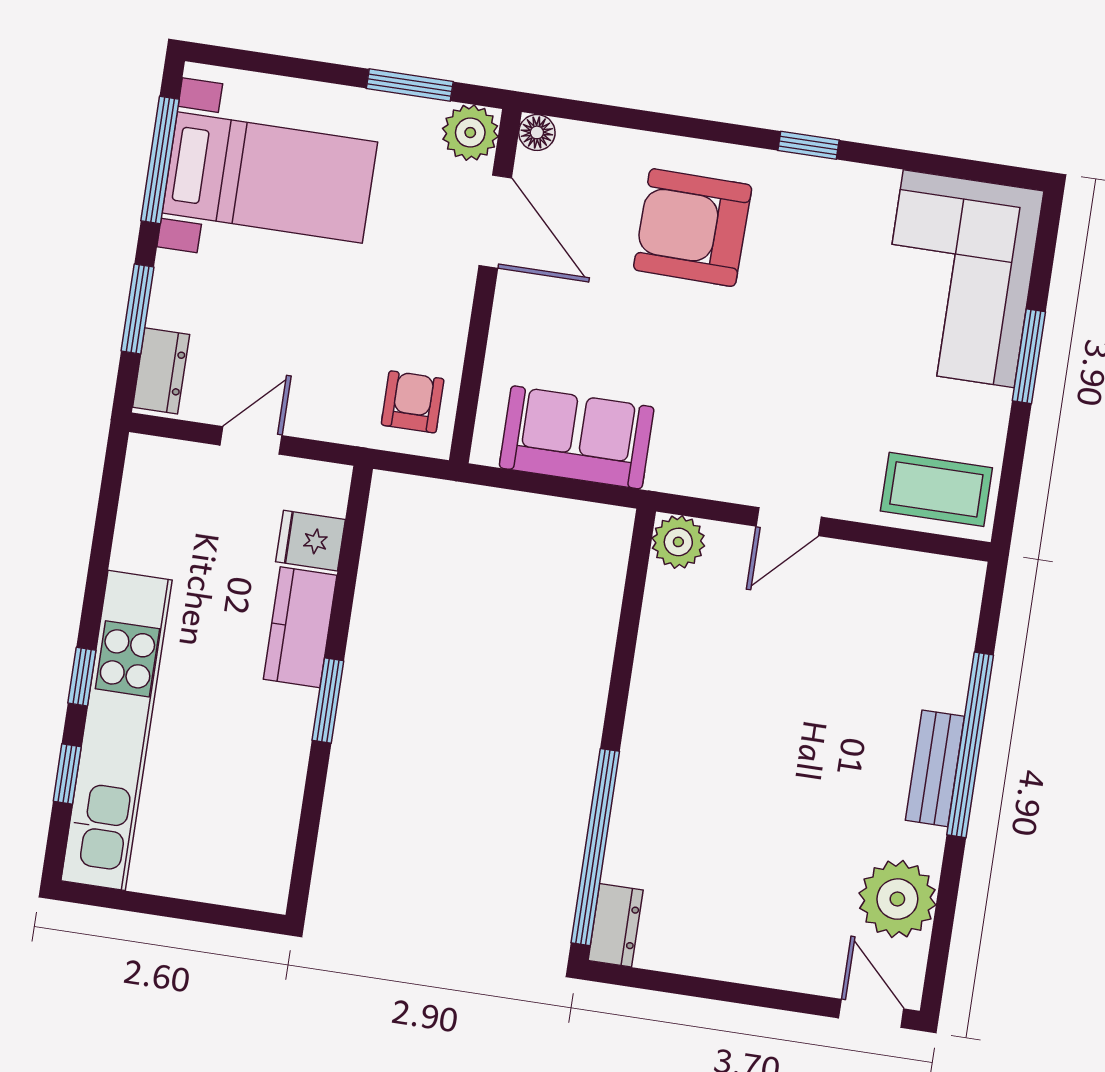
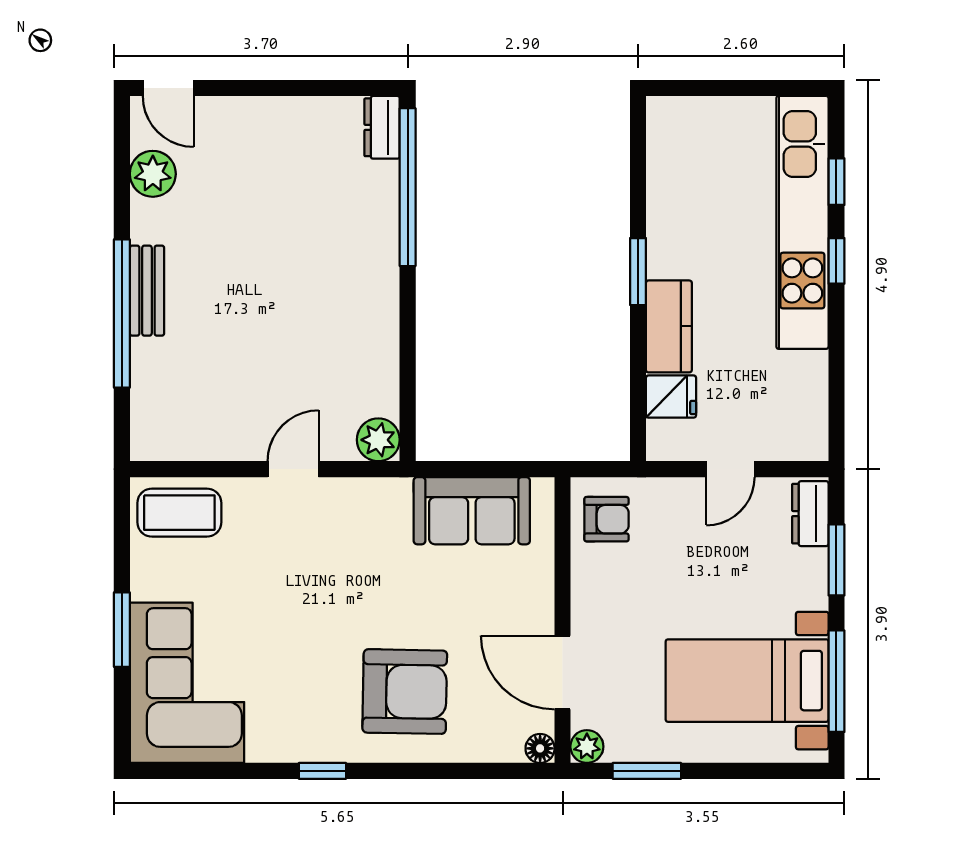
plant: (470, 133) -> (587, 747), width x0.73, depth x0.73
armchair: (413, 402) -> (606, 519), turned -90
plant: (897, 899) -> (153, 174), width x0.73, depth x0.73

